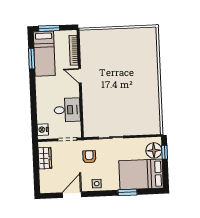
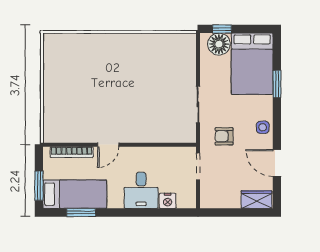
desk: (67, 110) -> (141, 190), moved, turned 180
nightstand: (43, 130) -> (168, 201), moved
wardrobe: (45, 158) -> (257, 200), moved

